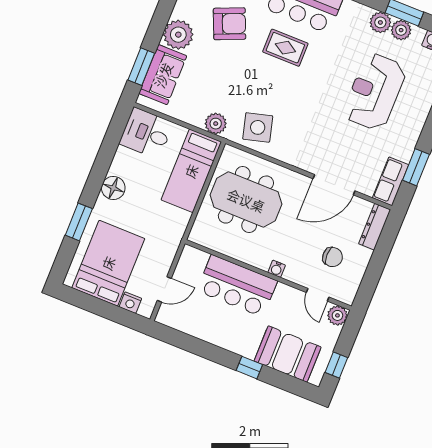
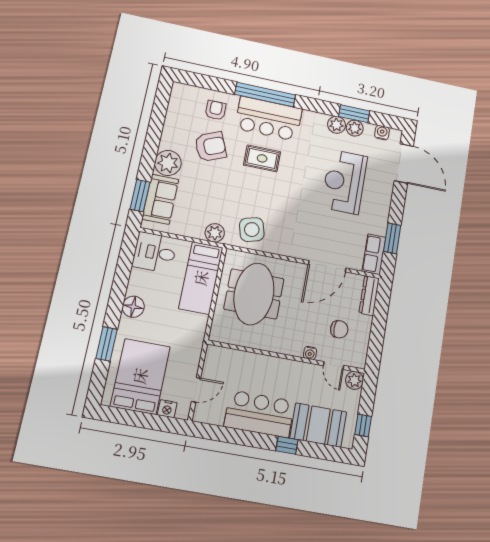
meeting table: (246, 200) -> (254, 294), turned 90
water cooler: (277, 269) -> (310, 353), moved
bar counter: (237, 286) -> (259, 414), moved, turned 180

